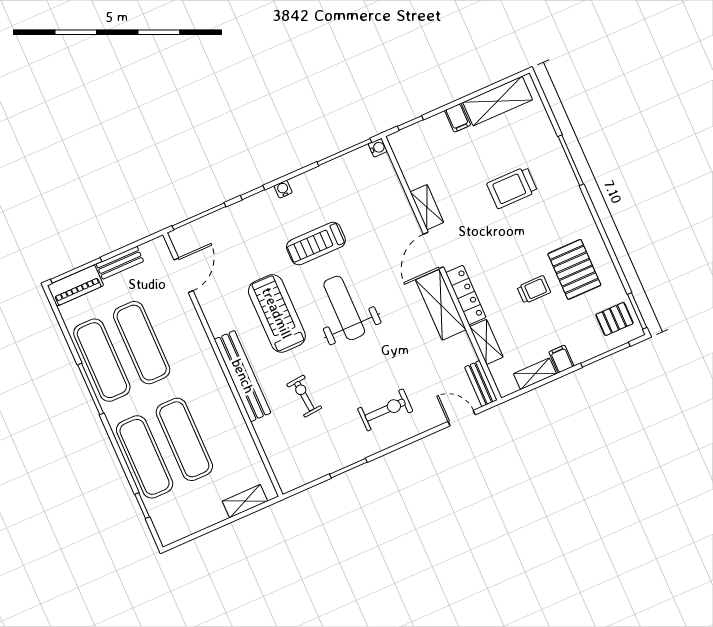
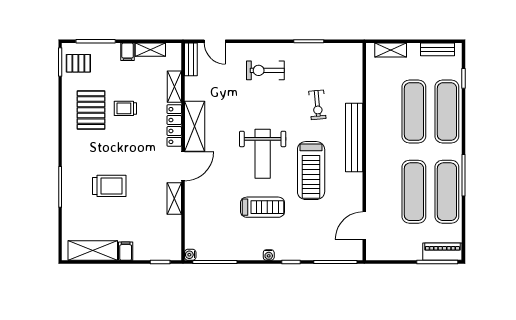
bench: (120, 263) -> (437, 49), moved

